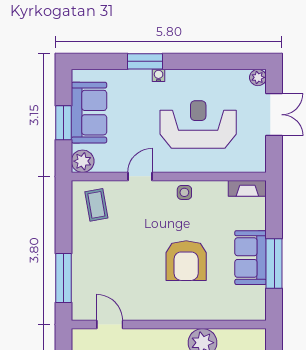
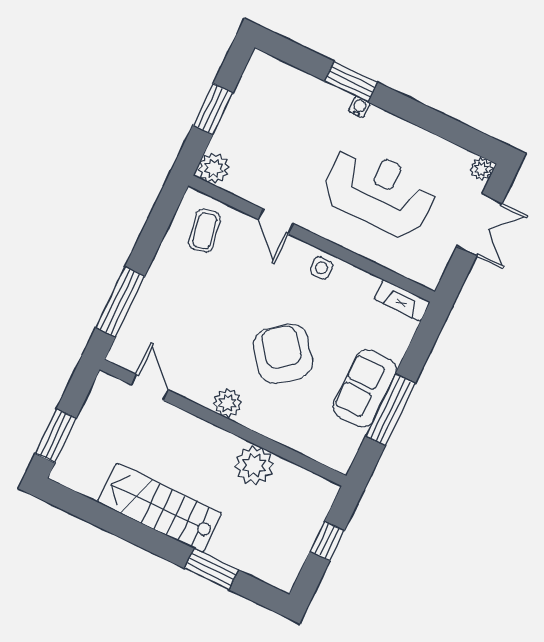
sofa: (89, 113) -> (251, 112), removed
door: (140, 176) -> (276, 221), swing flipped
armchair: (186, 261) -> (283, 354), turned 142
plant: (165, 310) -> (228, 403), added

